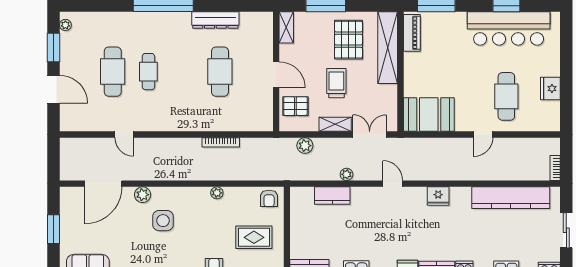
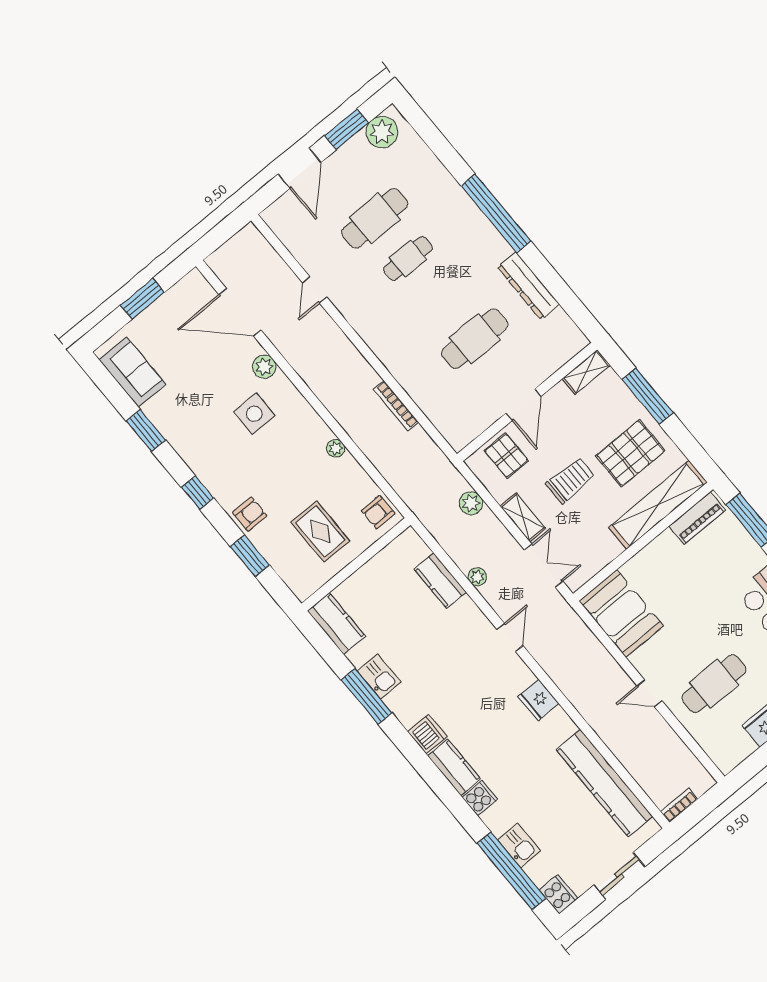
plant: (65, 25) -> (382, 132), width x1.87, depth x1.87

